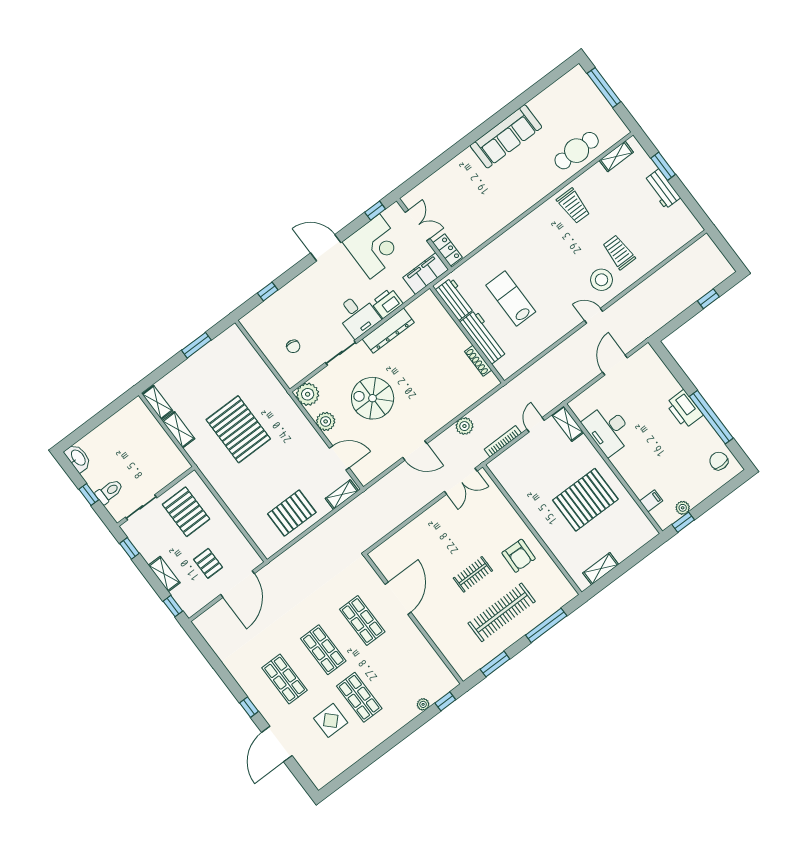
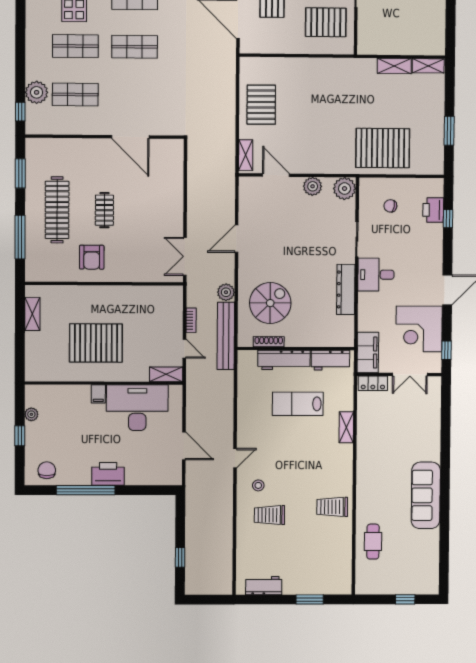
window: (604, 88) -> (405, 599), width x0.46
cafe table: (577, 151) -> (373, 542), width x0.73, depth x0.74
shelving: (616, 156) -> (346, 427), moved
workbench: (662, 189) -> (264, 586), moved
trolley: (619, 252) -> (269, 515), turned 180
stool: (601, 280) -> (258, 485), width x0.53, depth x0.53
lab bench: (511, 299) -> (298, 404), turned 180
printer: (387, 303) -> (433, 210), moved, turned 180
spiral stairs: (373, 398) -> (270, 303), moved
bench: (500, 399) -> (226, 336), added
pallet: (238, 429) -> (383, 148), moved
desk: (608, 430) -> (137, 408), width x1.36, depth x1.30
bookcase: (503, 441) -> (191, 320), width x0.64
door: (339, 458) -> (276, 175), swing flipped
chair: (719, 461) -> (47, 470), turned -90
pallet: (585, 500) -> (96, 343), turned 90
filing cabinet: (651, 501) -> (98, 394), moved
window: (683, 522) -> (20, 436), moved
armchair: (519, 556) -> (92, 257), turned -92
shop shelf: (362, 621) -> (75, 95), moved
plant: (423, 704) -> (37, 92), width x1.87, depth x1.87

